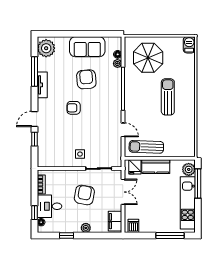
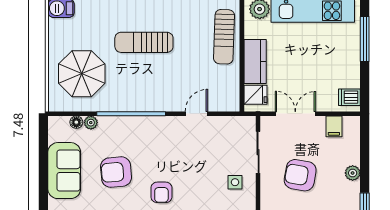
sun lounger: (146, 147) -> (224, 37), moved
filing cabinet: (115, 221) -> (334, 126), width x0.50

